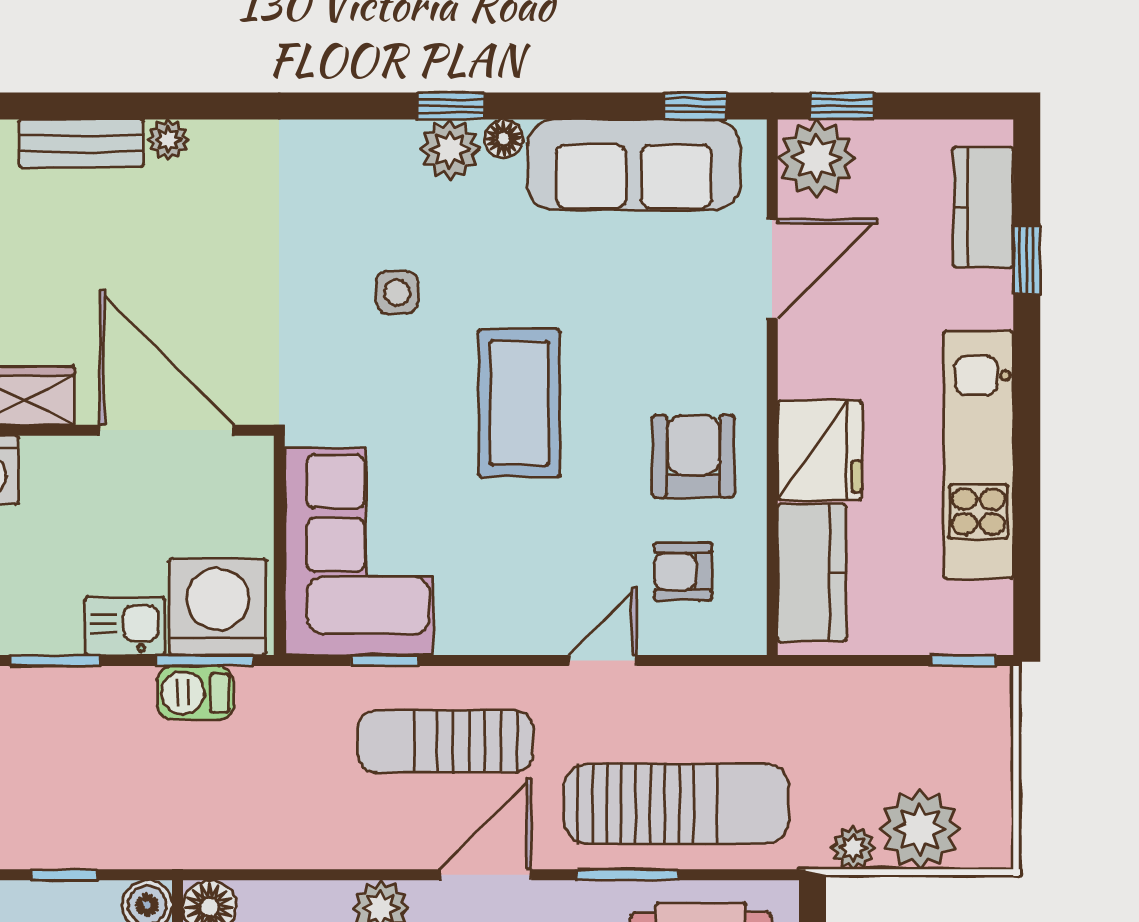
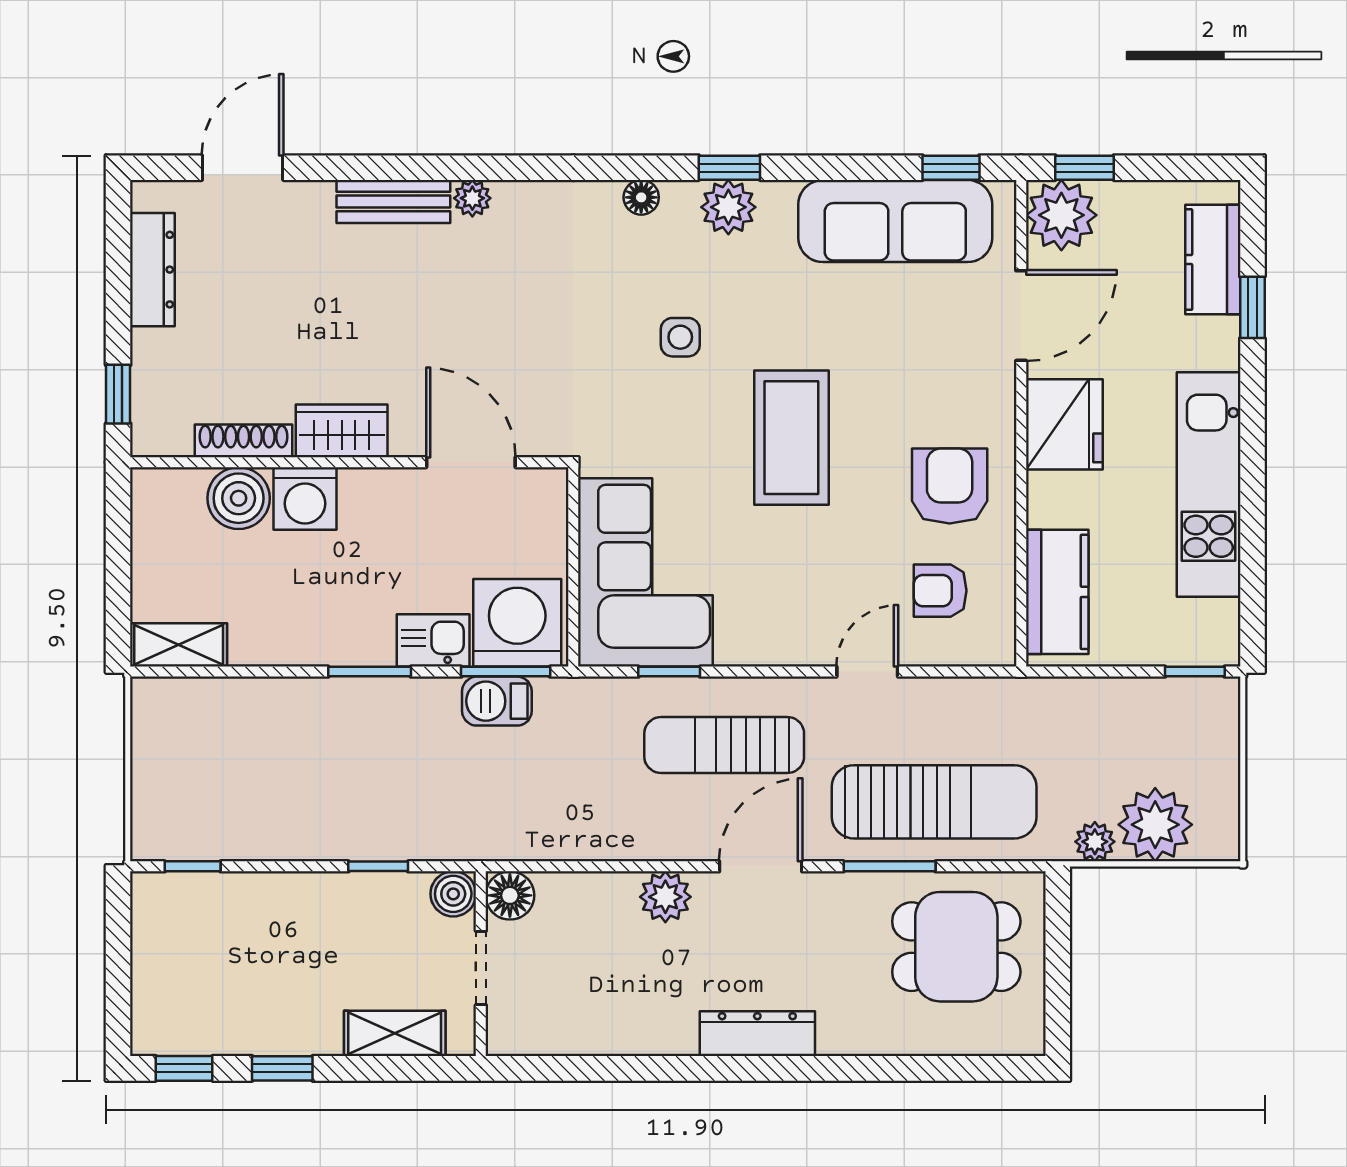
floor lamp: (504, 139) -> (641, 197), moved
door: (167, 430) -> (471, 462), width x0.73
fridge: (820, 450) -> (1064, 424), moved

